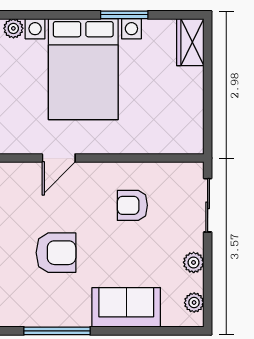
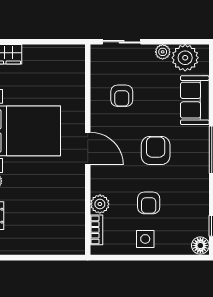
door: (59, 158) -> (88, 149), width x1.38
plant: (194, 303) -> (185, 58), width x1.87, depth x1.87

